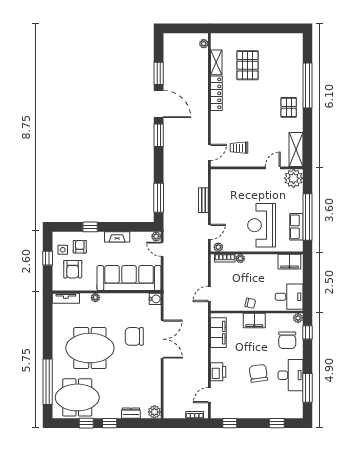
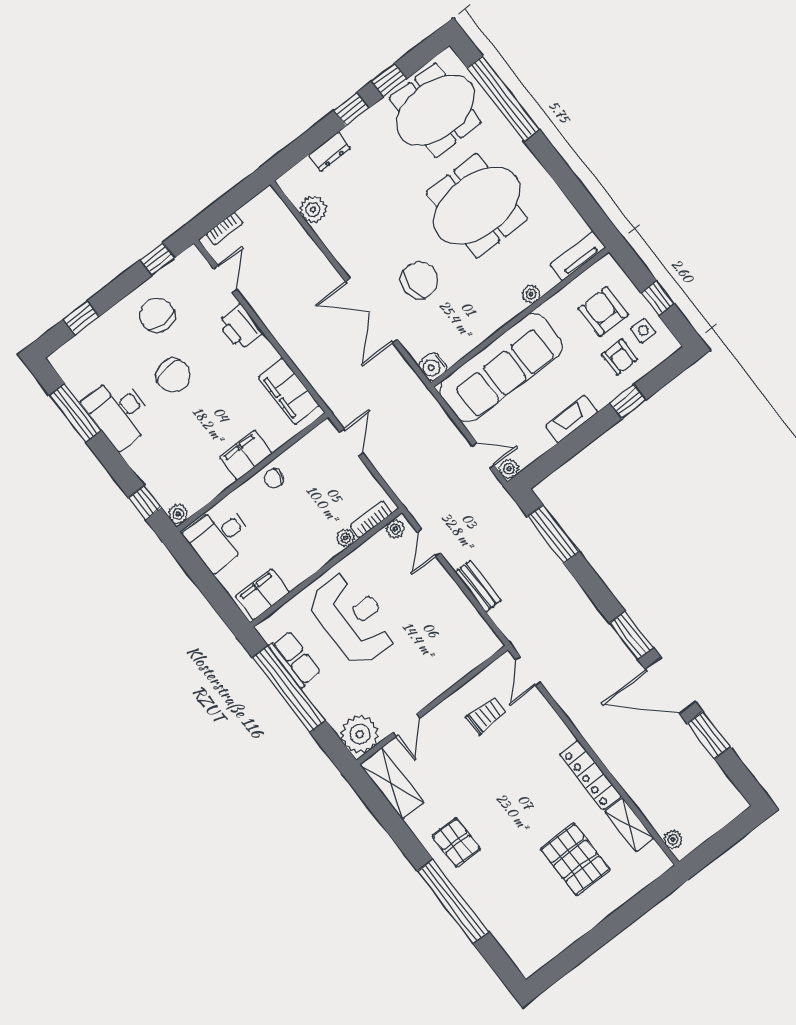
chair: (287, 340) -> (157, 315), moved
plant: (154, 412) -> (313, 209), moved

